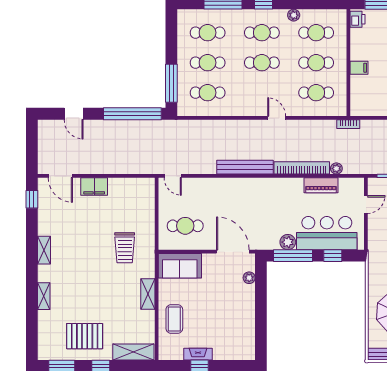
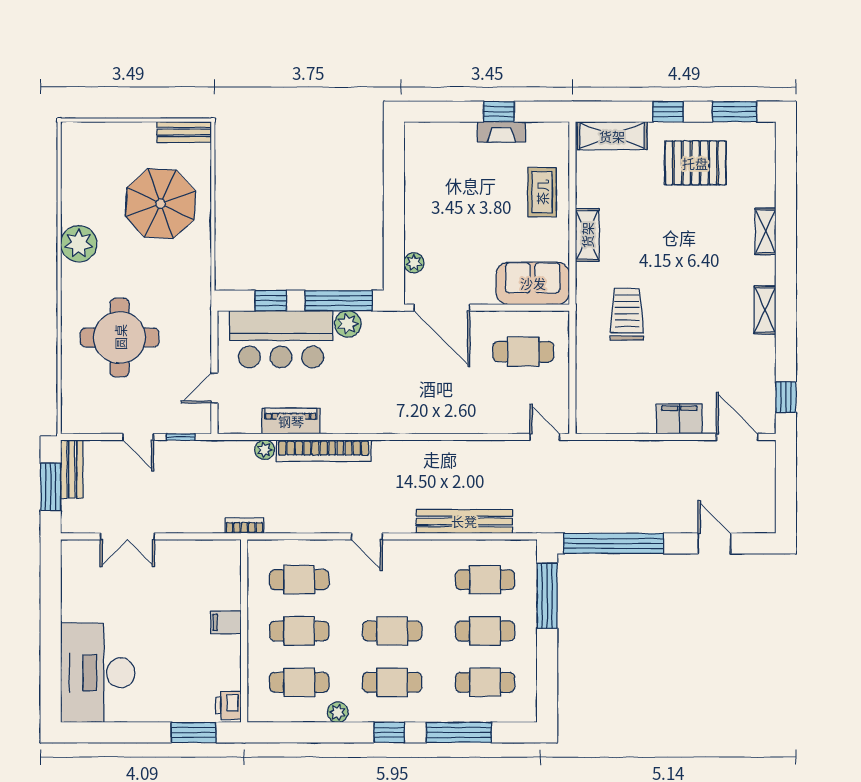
bench: (245, 167) -> (464, 521), moved

